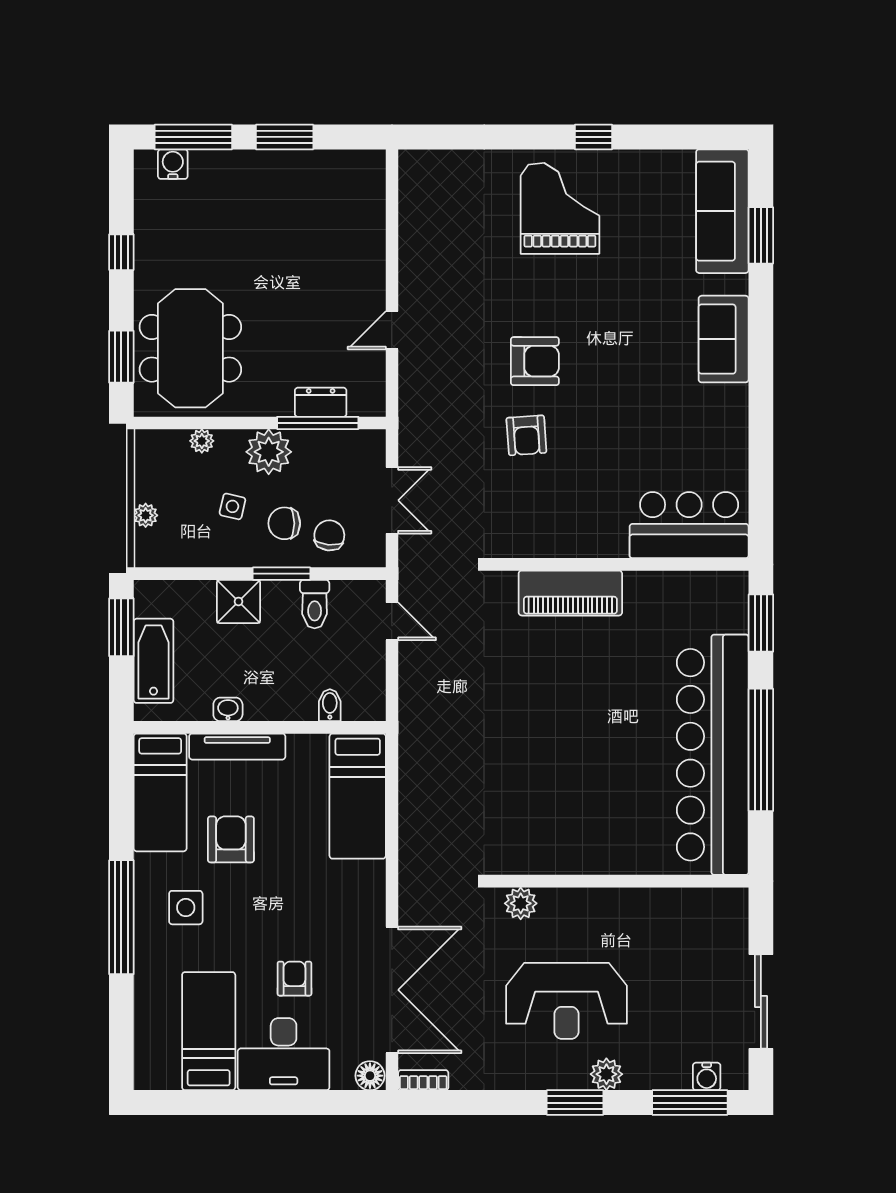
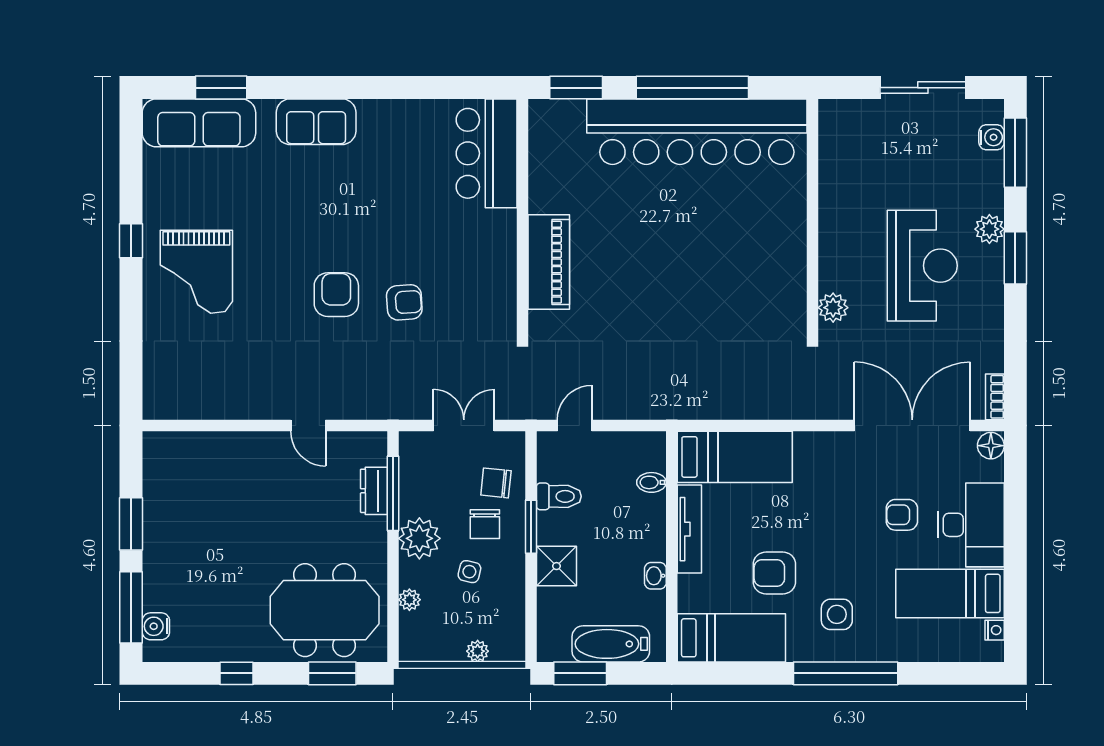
grand piano: (560, 208) -> (196, 272), turned -90
tv unit: (237, 747) -> (689, 529), moved
nightstand: (169, 1080) -> (995, 630), added

